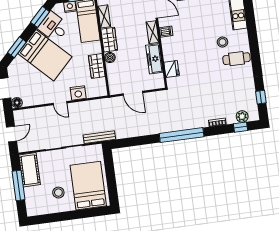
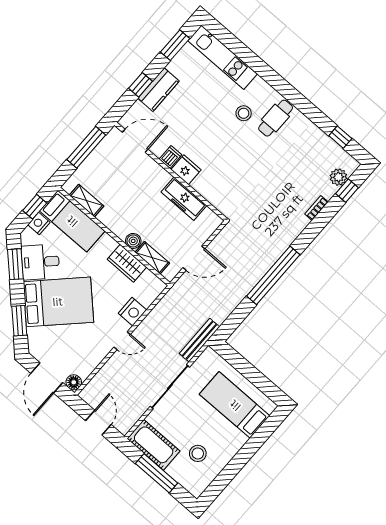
shelving: (153, 32) -> (152, 258), moved
wardrobe: (109, 40) -> (115, 222), removed
fridge: (172, 69) -> (186, 170), moved
window: (182, 135) -> (273, 275), moved
bed: (88, 186) -> (235, 405), width x0.67
stool: (58, 193) -> (198, 453), moved

